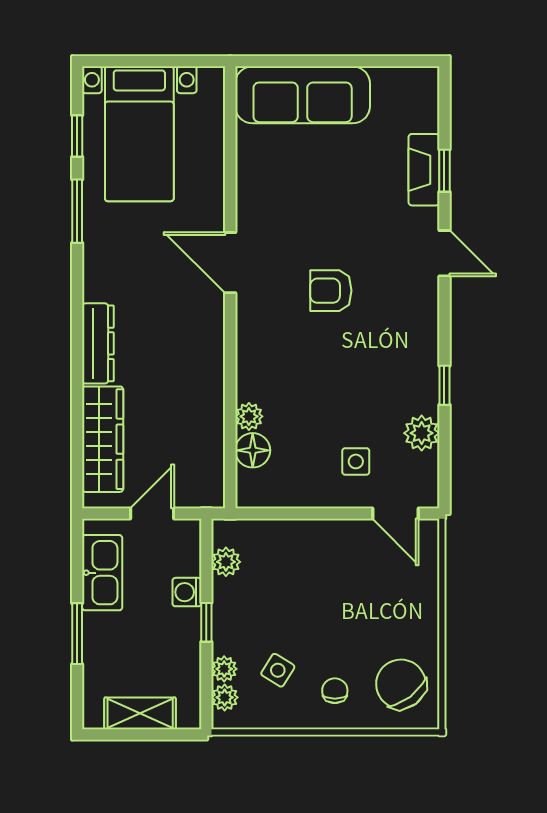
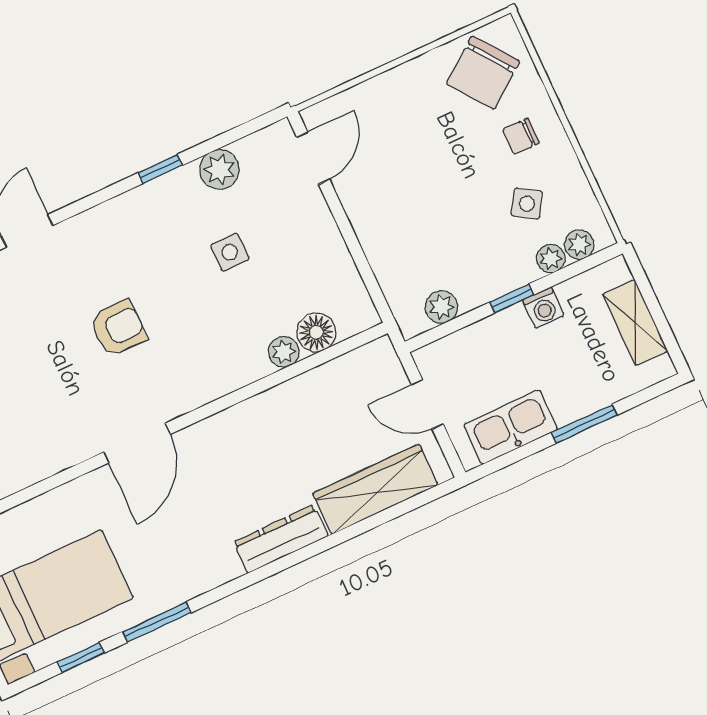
armchair: (331, 291) -> (118, 328), turned -90
side table: (356, 461) -> (230, 252), moved
washing machine: (187, 592) -> (543, 308), moved

